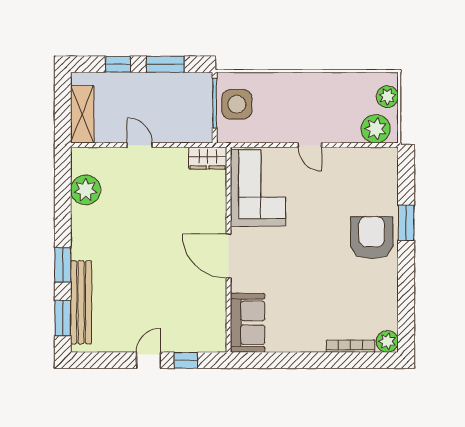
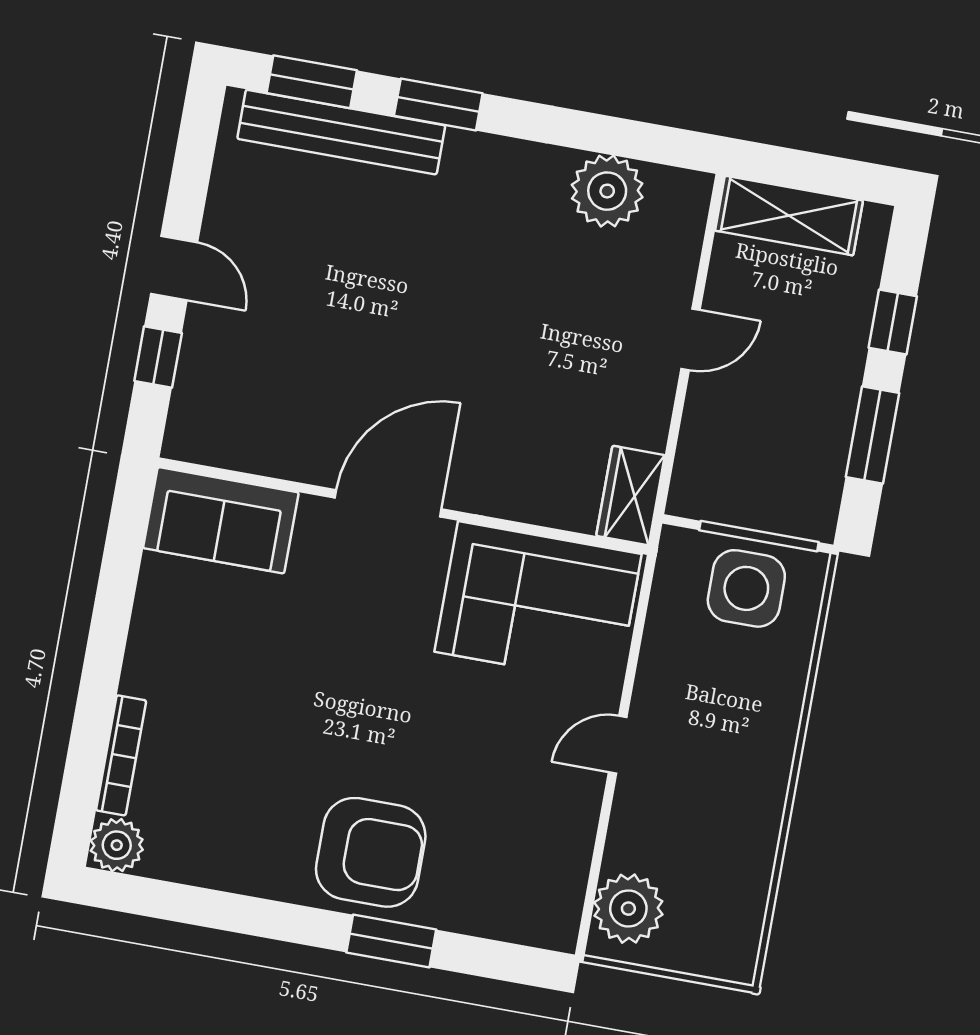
plant: (387, 97) -> (700, 950), removed

